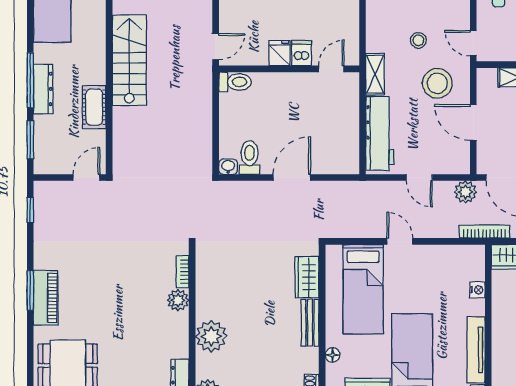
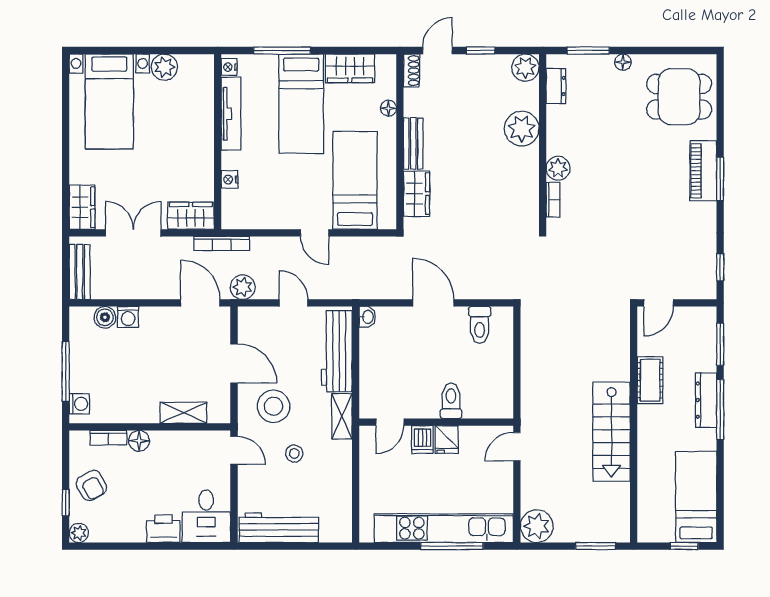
toilet: (235, 82) -> (451, 401), moved, turned 90
washbasin: (228, 167) -> (367, 317), moved, turned -90
door: (292, 177) -> (433, 303), swing flipped

